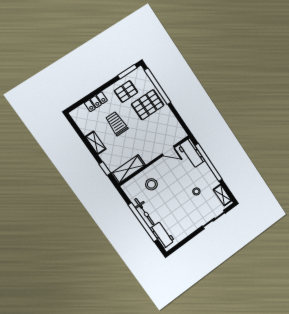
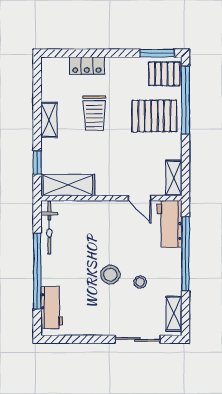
pallet: (126, 92) -> (164, 74), moved
trolley: (117, 124) -> (94, 113), turned 180
shelving: (178, 129) -> (174, 178), added
stool: (151, 184) -> (110, 275), moved
bicycle: (145, 212) -> (49, 228), moved

